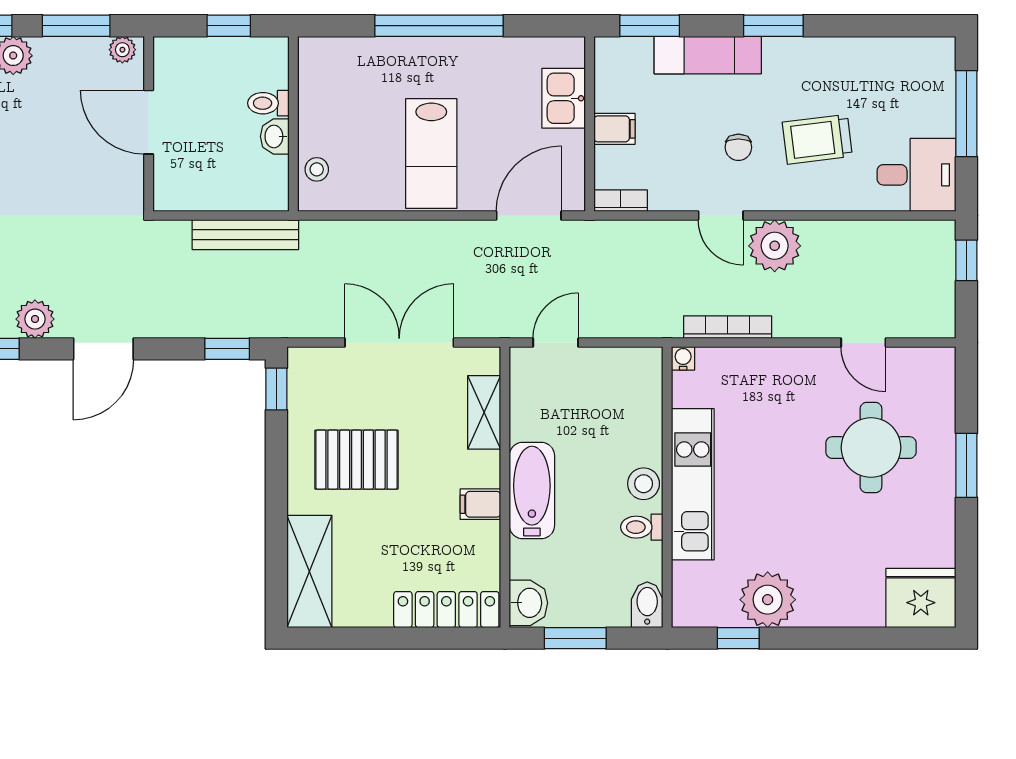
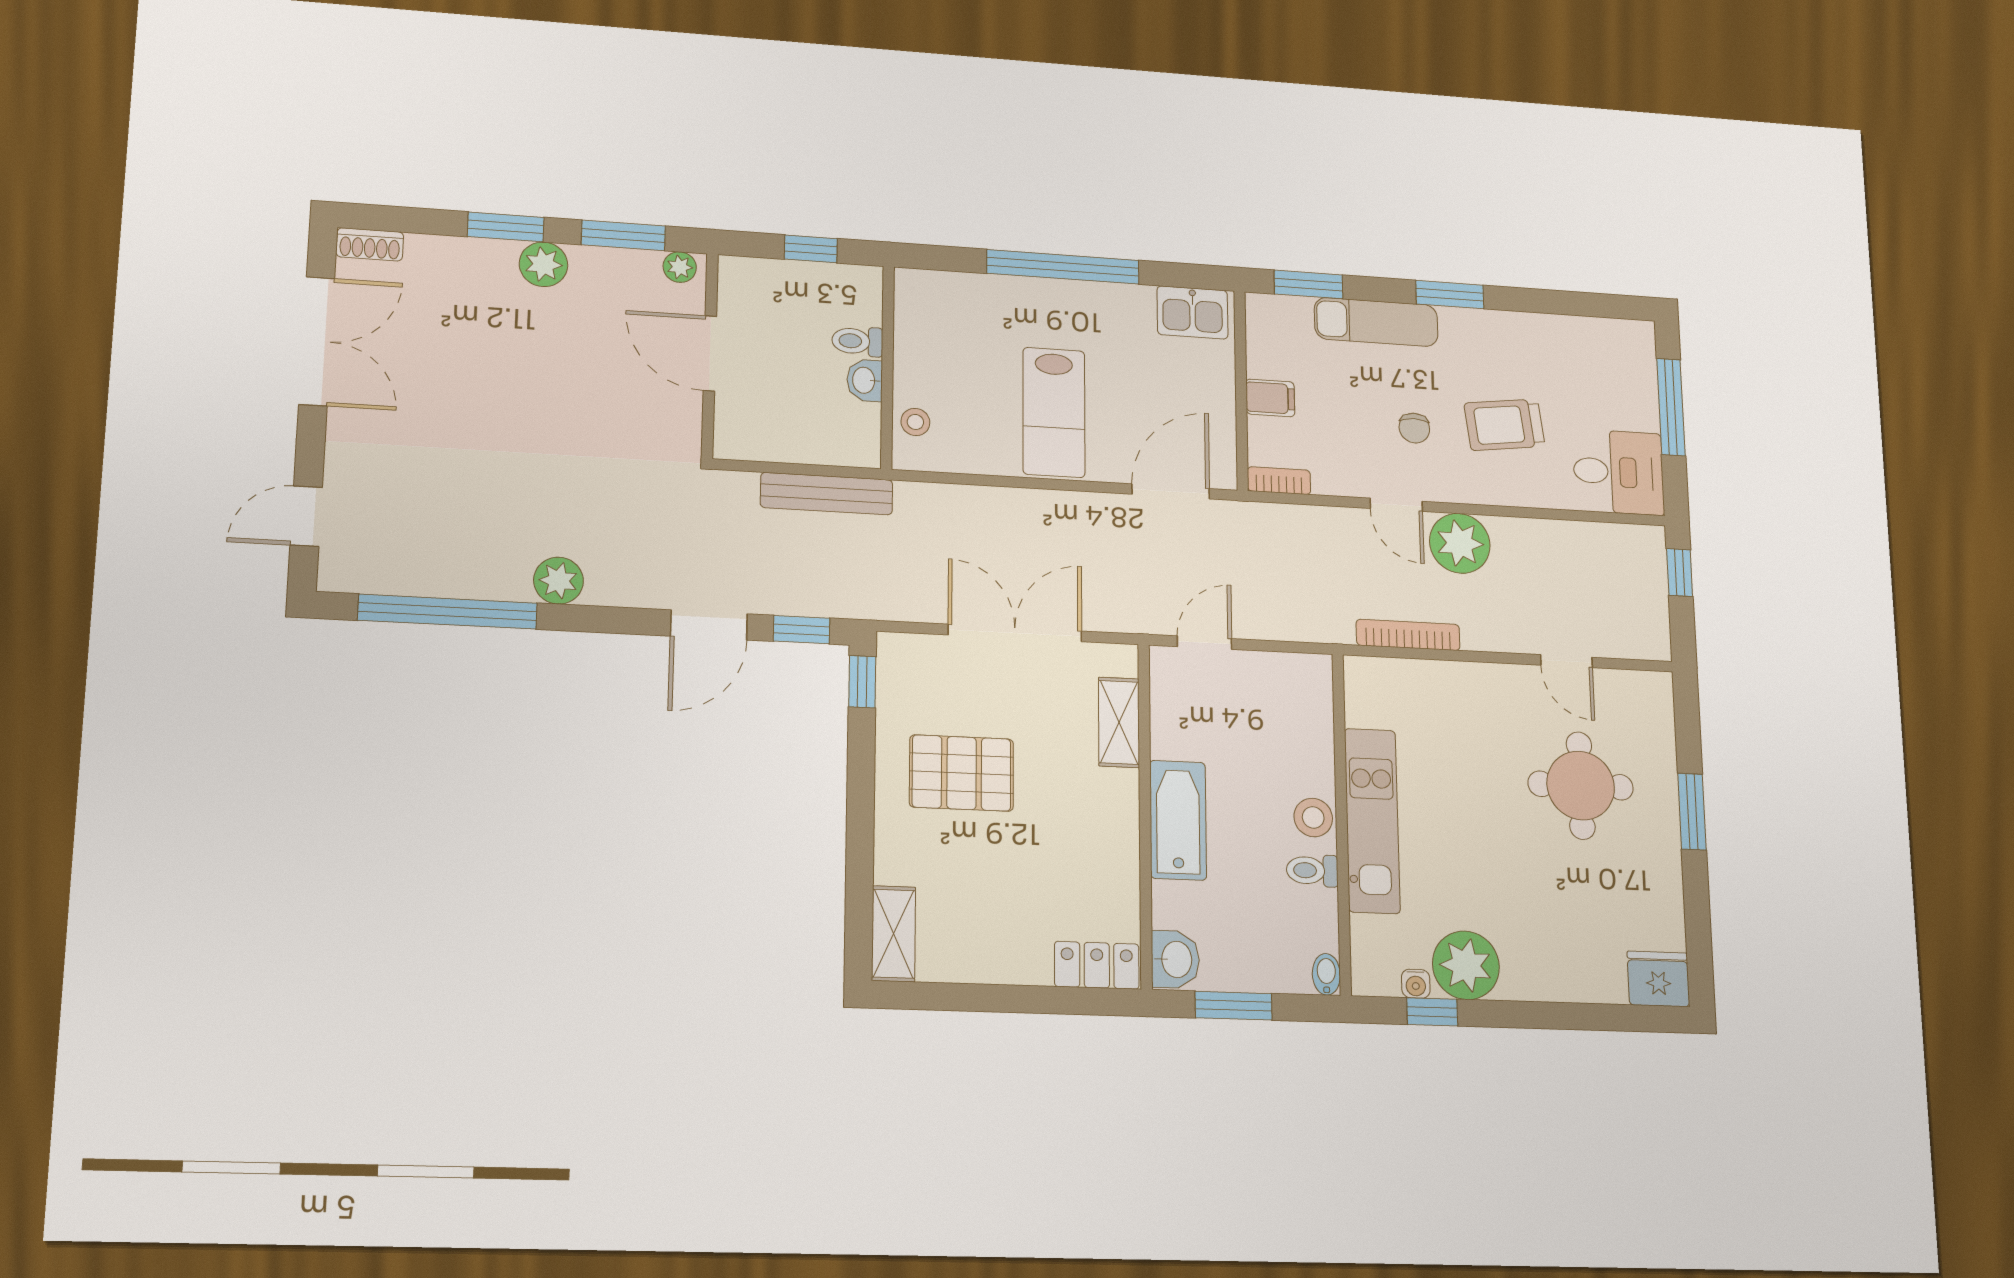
kitchen sink: (564, 98) -> (1193, 312), moved, turned -90
door: (103, 349) -> (709, 625), moved
water cooler: (683, 358) -> (1416, 984), moved, turned 180
filing cabinet: (480, 504) -> (1115, 834), removed
shelving: (309, 571) -> (894, 934), width x0.67, depth x0.75
fridge: (921, 598) -> (1658, 979), width x0.73, depth x0.75
bidet: (647, 605) -> (1326, 974), width x0.72, depth x0.74
locker: (446, 610) -> (1097, 965), width x0.66

